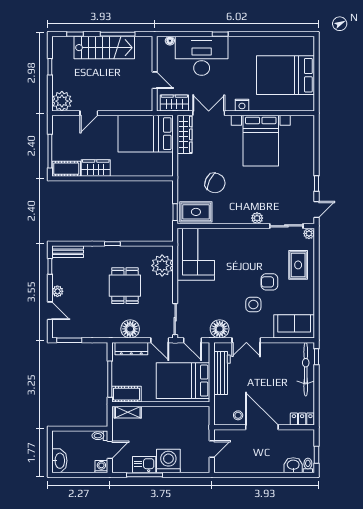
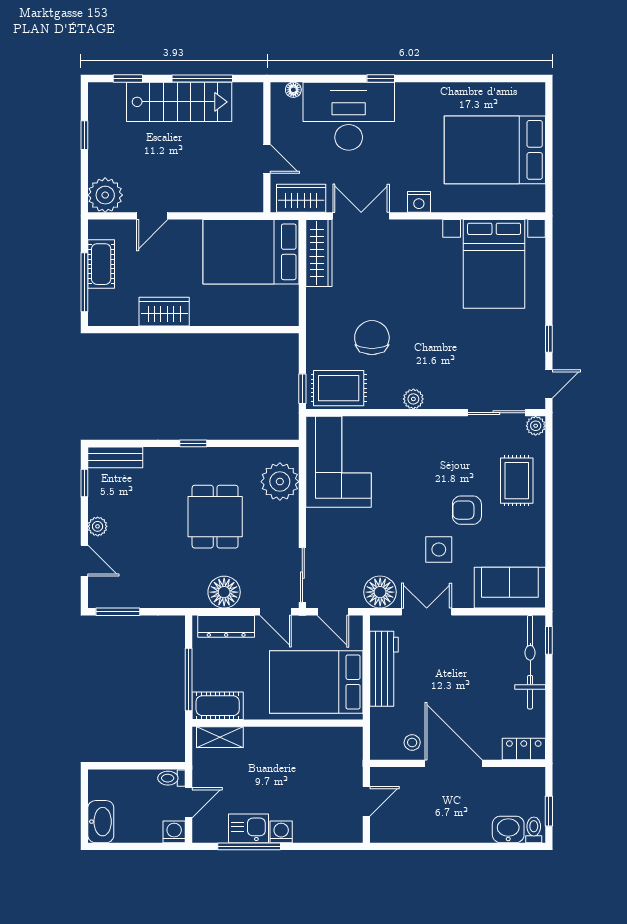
bed with nightstands: (261, 141) -> (494, 264), moved
cot: (66, 169) -> (101, 264), moved, turned 90
chair: (215, 183) -> (372, 338), turned -115
plant: (257, 218) -> (413, 399), moved
double door: (246, 340) -> (427, 612), swing flipped
washing machine: (168, 461) -> (281, 832), width x0.53, depth x0.53

